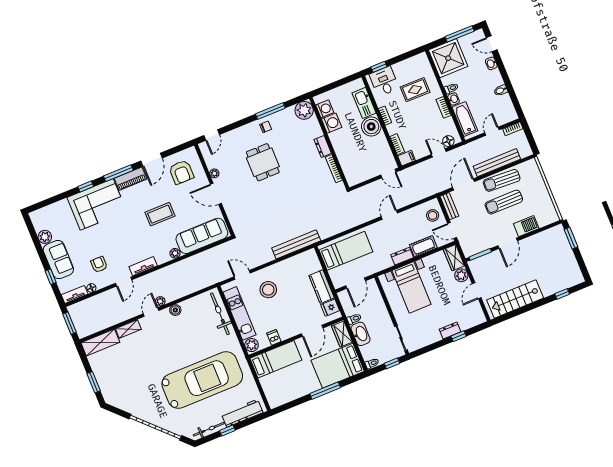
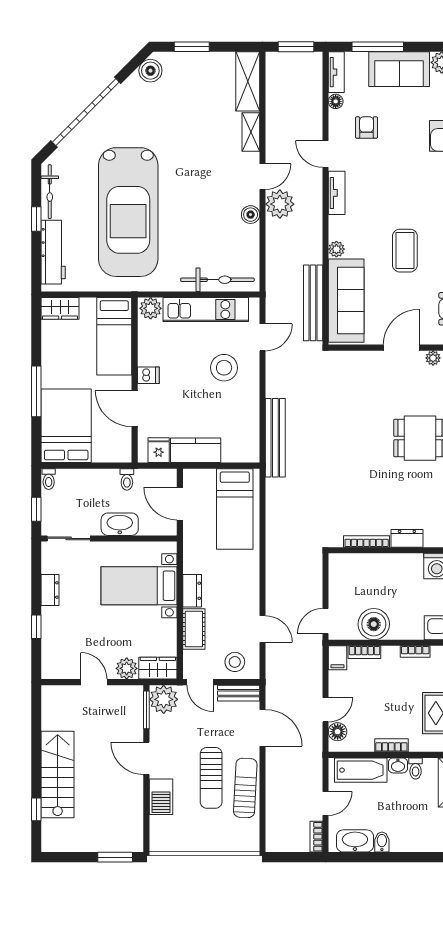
washbasin: (491, 63) -> (355, 841), moved, width x1.91, depth x1.45
boiler: (371, 127) -> (374, 624), moved
door: (492, 131) -> (325, 804), hinge flipped
bench: (497, 163) -> (313, 303), moved
sun lounger: (504, 202) -> (211, 778), turned 180
door: (389, 215) -> (263, 629), moved
door: (452, 230) -> (200, 682), swing flipped
plant: (470, 247) -> (164, 699), added
armchair: (99, 264) -> (367, 127), turned -90
window: (51, 277) -> (378, 47), width x2.17
stairs: (515, 299) -> (58, 775), moved
plant: (160, 301) -> (280, 204), width x1.88, depth x1.88
door: (151, 312) -> (263, 177), hinge flipped
dresser: (450, 331) -> (50, 590), moved
wardrobe: (342, 334) -> (60, 308), moved, turned 180
washbasin: (361, 334) -> (120, 524), moved, turned 180
dishwasher: (274, 337) -> (148, 375), moved
boiler: (117, 400) -> (150, 71), added

